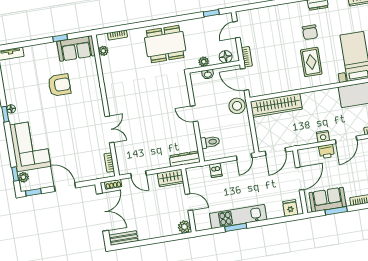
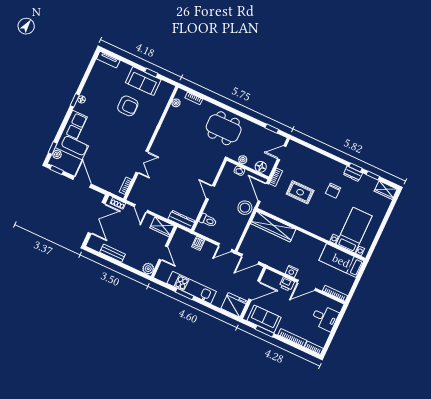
sofa: (76, 48) -> (143, 81), moved
rug: (311, 62) -> (300, 192), moved, turned 90
fridge: (290, 208) -> (234, 305), width x1.88, depth x1.34
bench: (123, 238) -> (113, 253), moved

